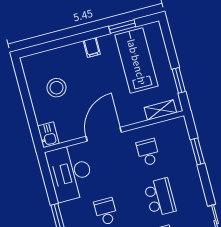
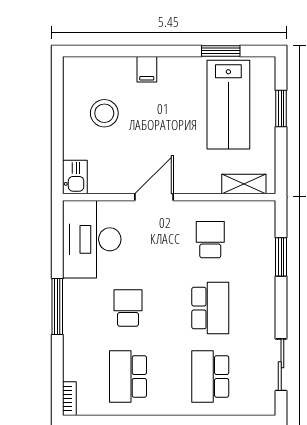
filing cabinet: (92, 47) -> (147, 69), moved
lab bench: (137, 61) -> (228, 105), turned 180
window: (179, 80) -> (281, 108), moved
door: (104, 134) -> (154, 197), width x0.73

